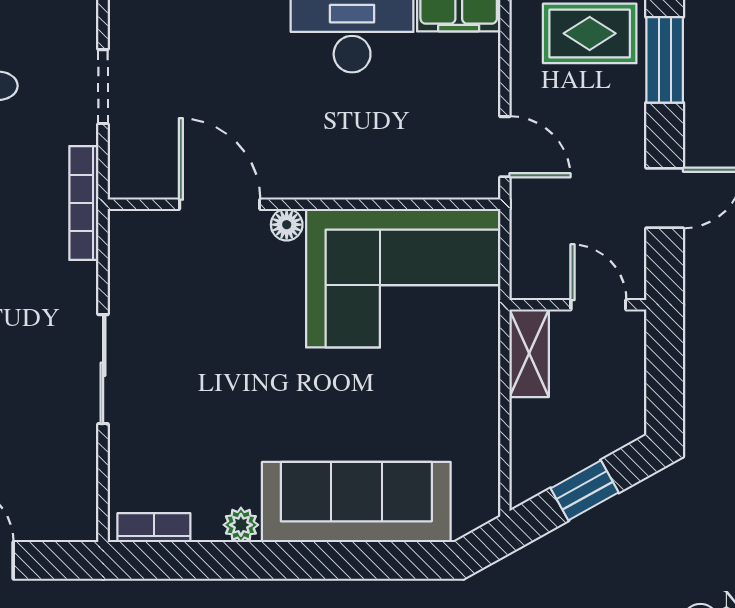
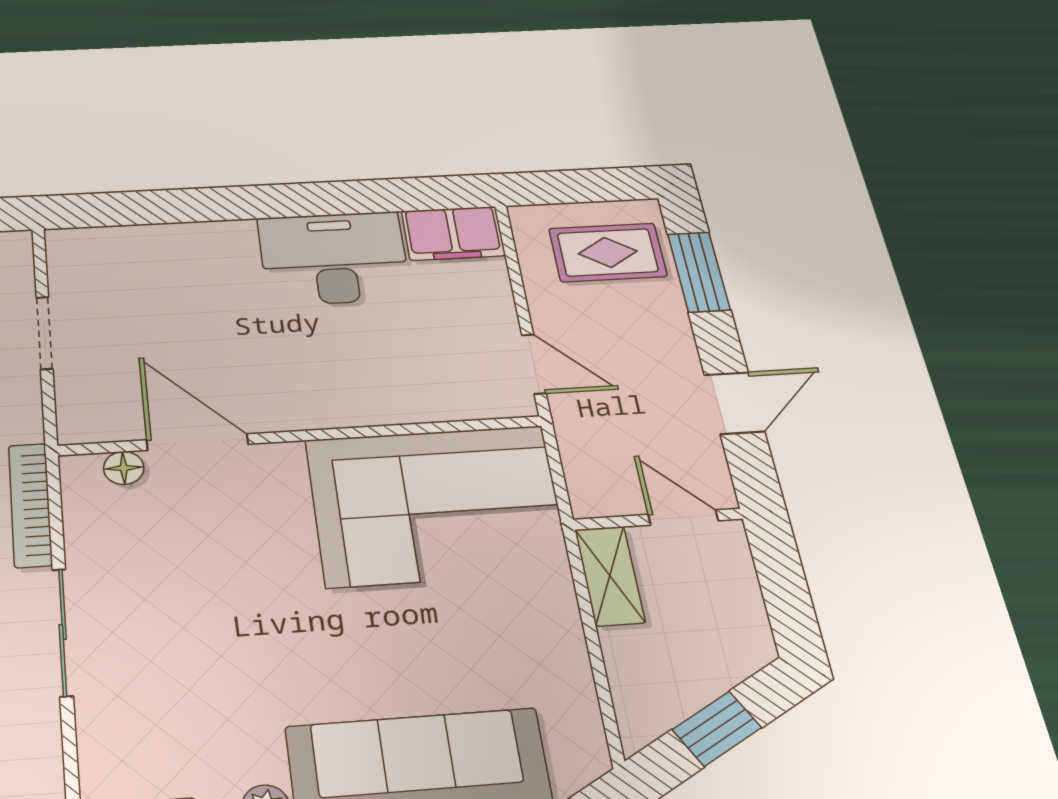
bookcase: (84, 203) -> (30, 505), moved
floor lamp: (287, 225) -> (124, 468), moved

